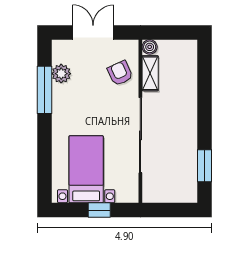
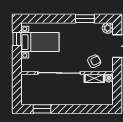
plant: (61, 74) -> (108, 28), moved
window: (45, 90) -> (85, 19), width x0.69
window: (99, 210) -> (17, 39), moved

